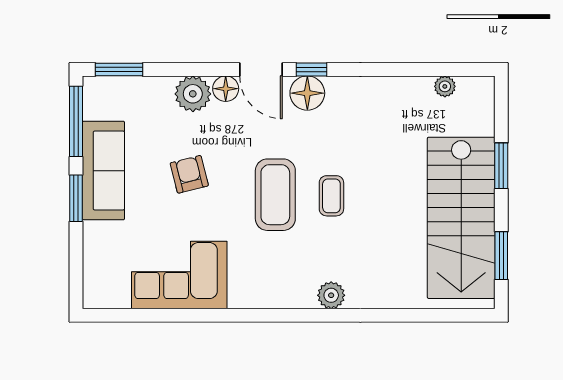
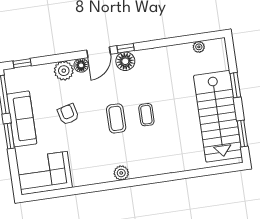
window: (119, 69) -> (22, 63), width x0.67
door: (261, 69) -> (99, 52), hinge flipped
coffee table: (275, 195) -> (116, 118), width x0.73, depth x0.76
corner sofa: (179, 275) -> (44, 173), moved
plant: (331, 295) -> (121, 173), moved

